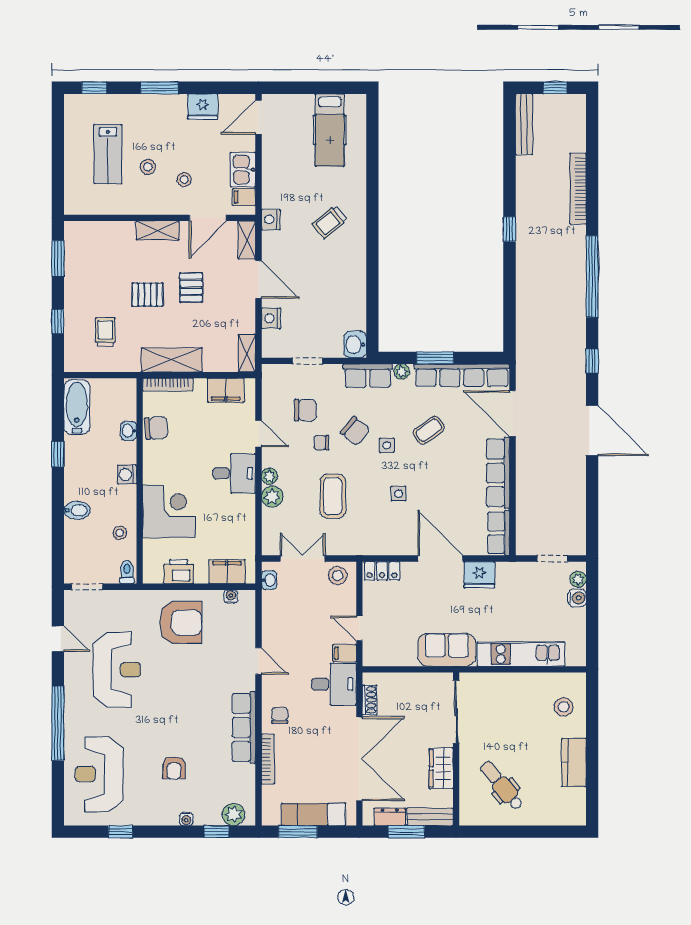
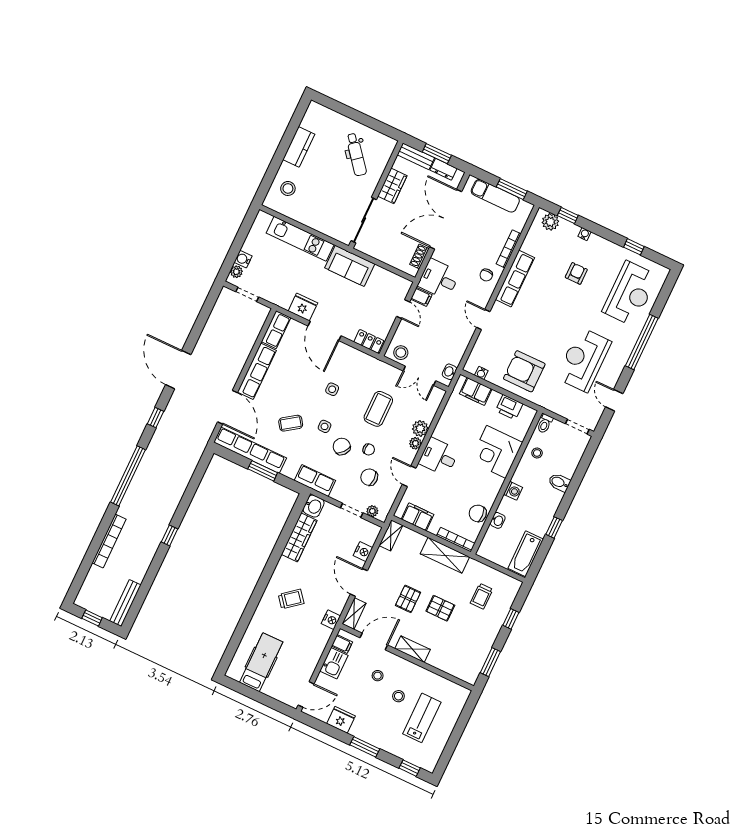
wardrobe: (355, 299) -> (299, 537), added
plant: (402, 372) -> (372, 511), moved

